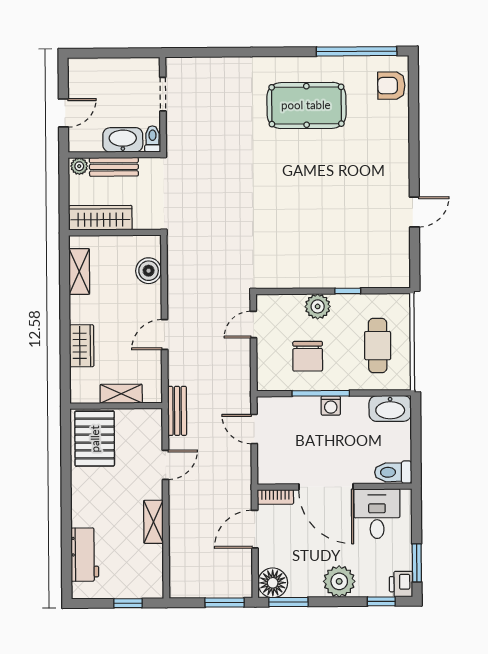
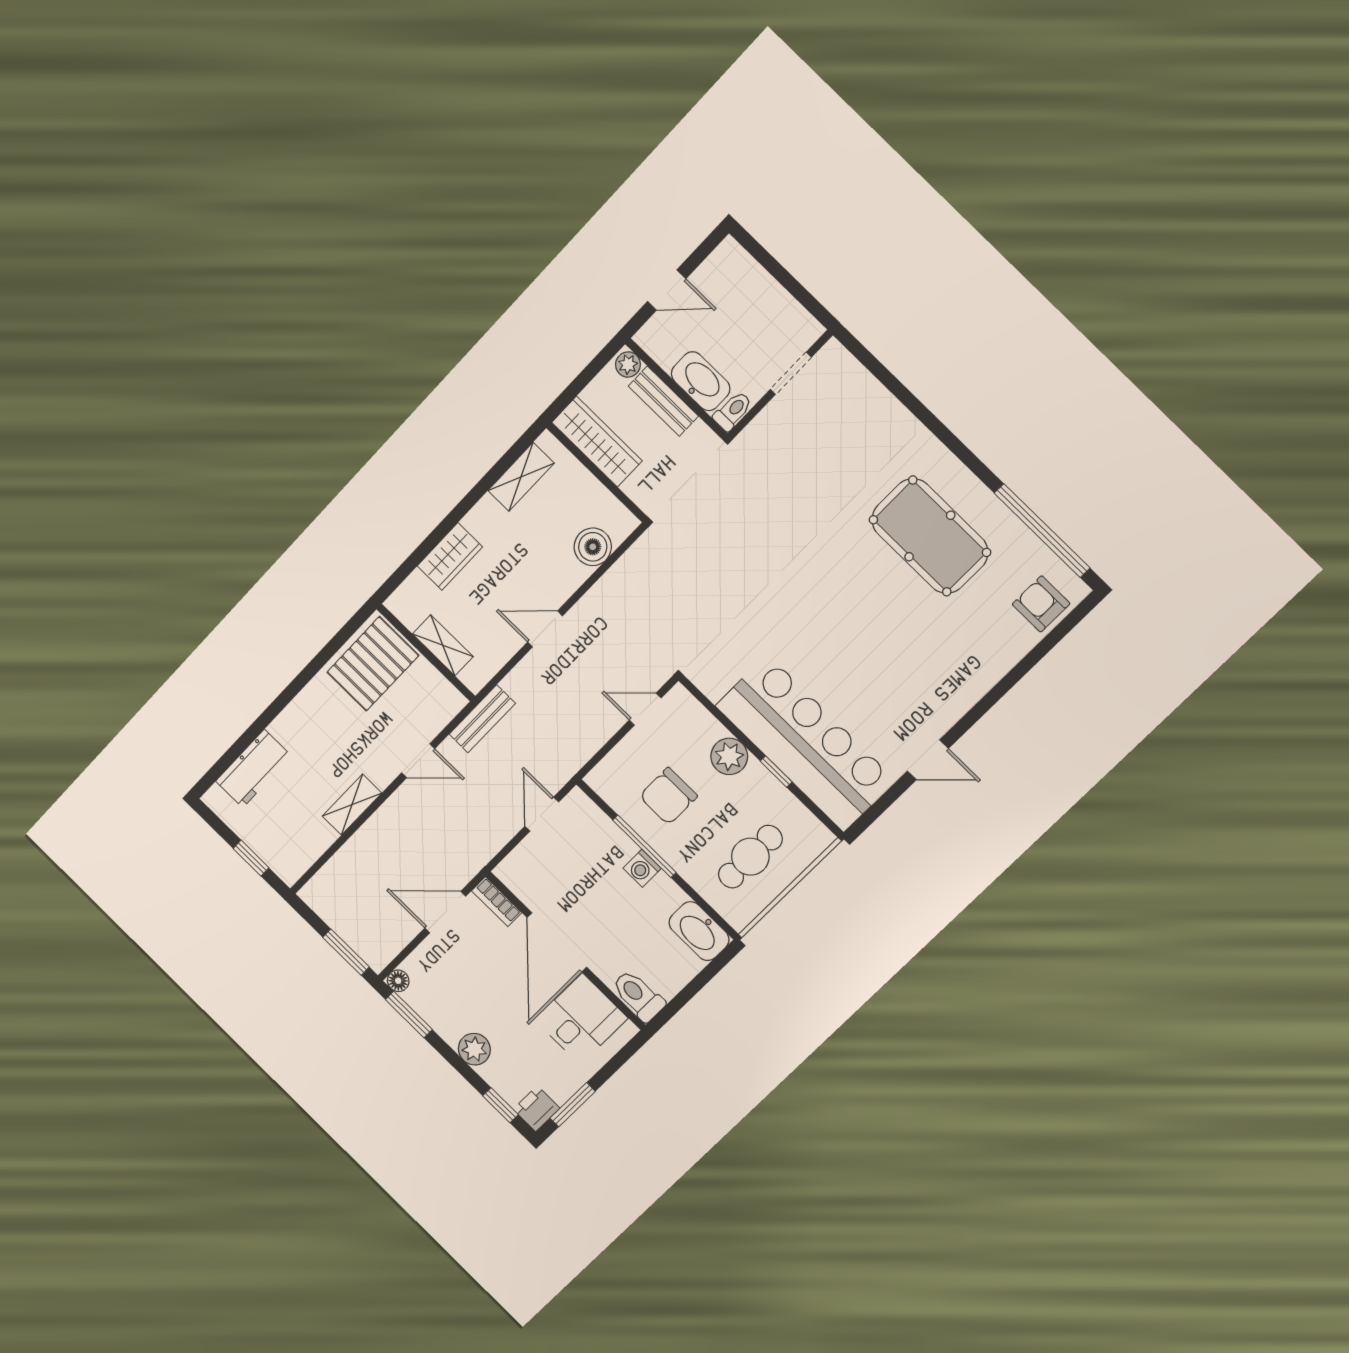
bar counter: (348, 263) -> (805, 743), added
plant: (339, 581) -> (474, 1049), width x0.73, depth x0.73
floor lamp: (273, 583) -> (398, 981), width x0.53, depth x0.53

